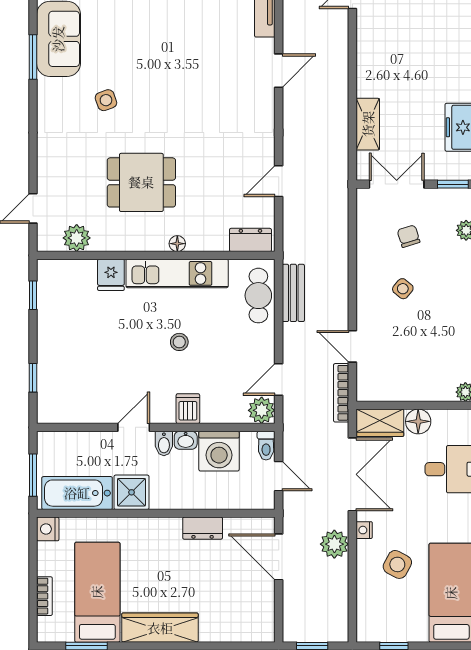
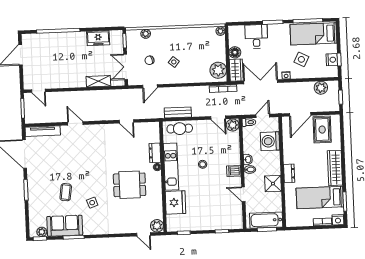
coffee table: (131, 44) -> (66, 192), added
dining table: (141, 182) -> (130, 185), turned 90
plant: (77, 238) -> (157, 226), moved
dresser: (250, 240) -> (155, 153), moved
fridge: (111, 275) -> (176, 202), width x1.88, depth x1.34
door: (352, 346) -> (150, 86), moved
plant: (381, 384) -> (218, 70), added
dishwasher: (188, 409) -> (234, 171), moved
door: (134, 427) -> (243, 194), moved
washing machine: (219, 451) -> (270, 141), moved, turned 180
bathtub: (77, 493) -> (266, 220), moved, turned 90
dresser: (203, 528) -> (289, 173), moved
nightstand: (48, 529) -> (338, 220), moved
plant: (334, 544) -> (321, 88), moved
rug: (244, 603) -> (322, 130), added
nightstand: (394, 630) -> (332, 60), added

